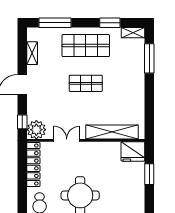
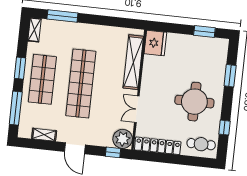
window: (110, 23) -> (20, 68), moved
shop shelf: (86, 83) -> (81, 83), width x2.00, depth x1.36
window: (149, 174) -> (204, 31), moved

